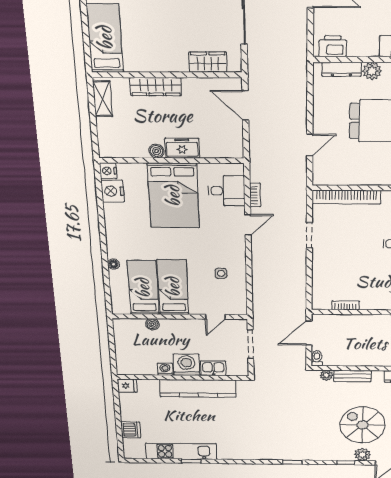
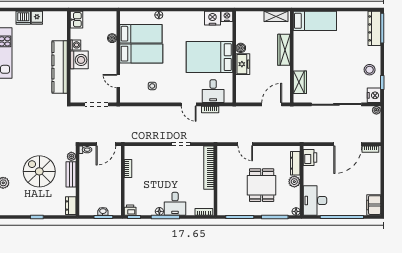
door: (309, 333) -> (106, 144), swing flipped
kitchen sink: (213, 368) -> (76, 20), moved
fridge: (127, 386) -> (37, 18), moved
spiral stairs: (362, 425) -> (39, 171), moved, turned -90

